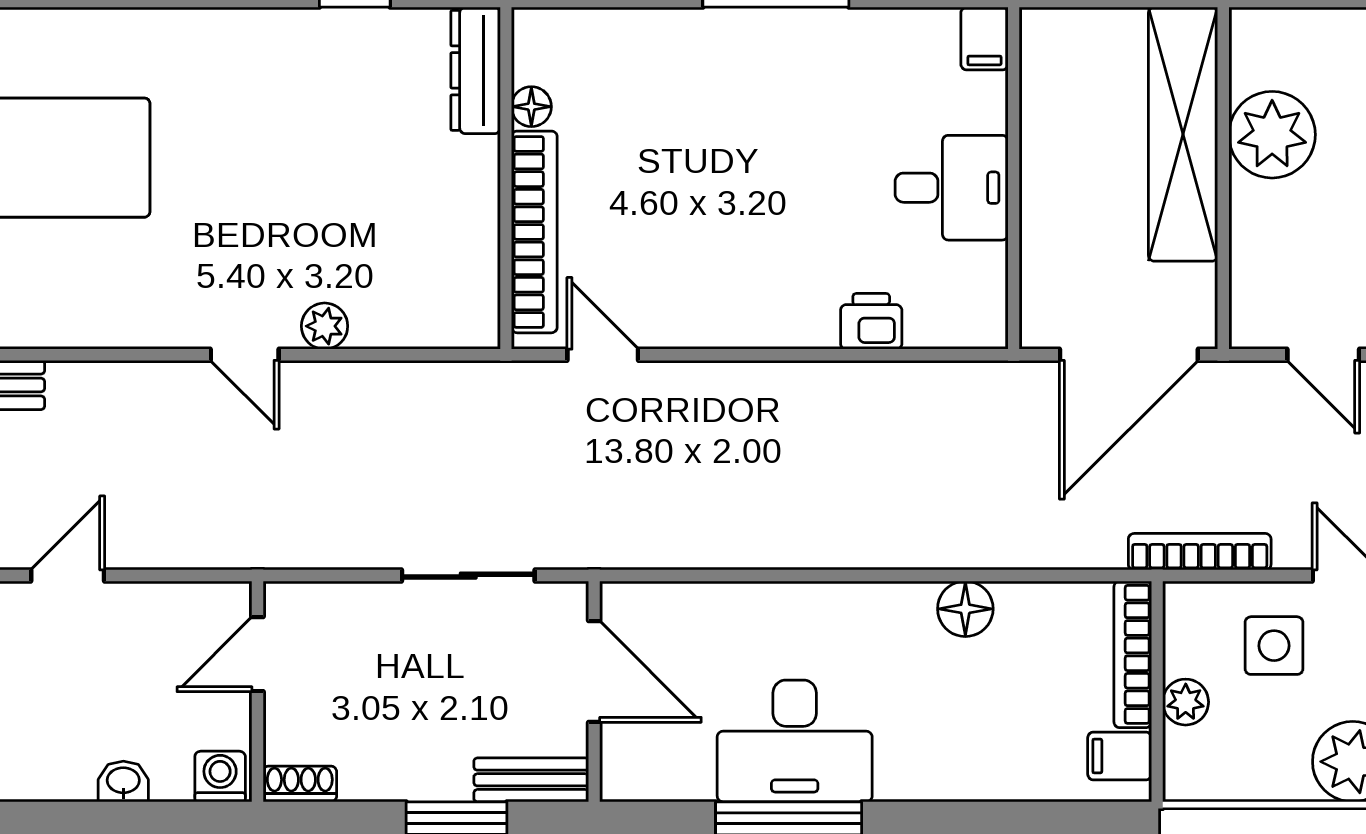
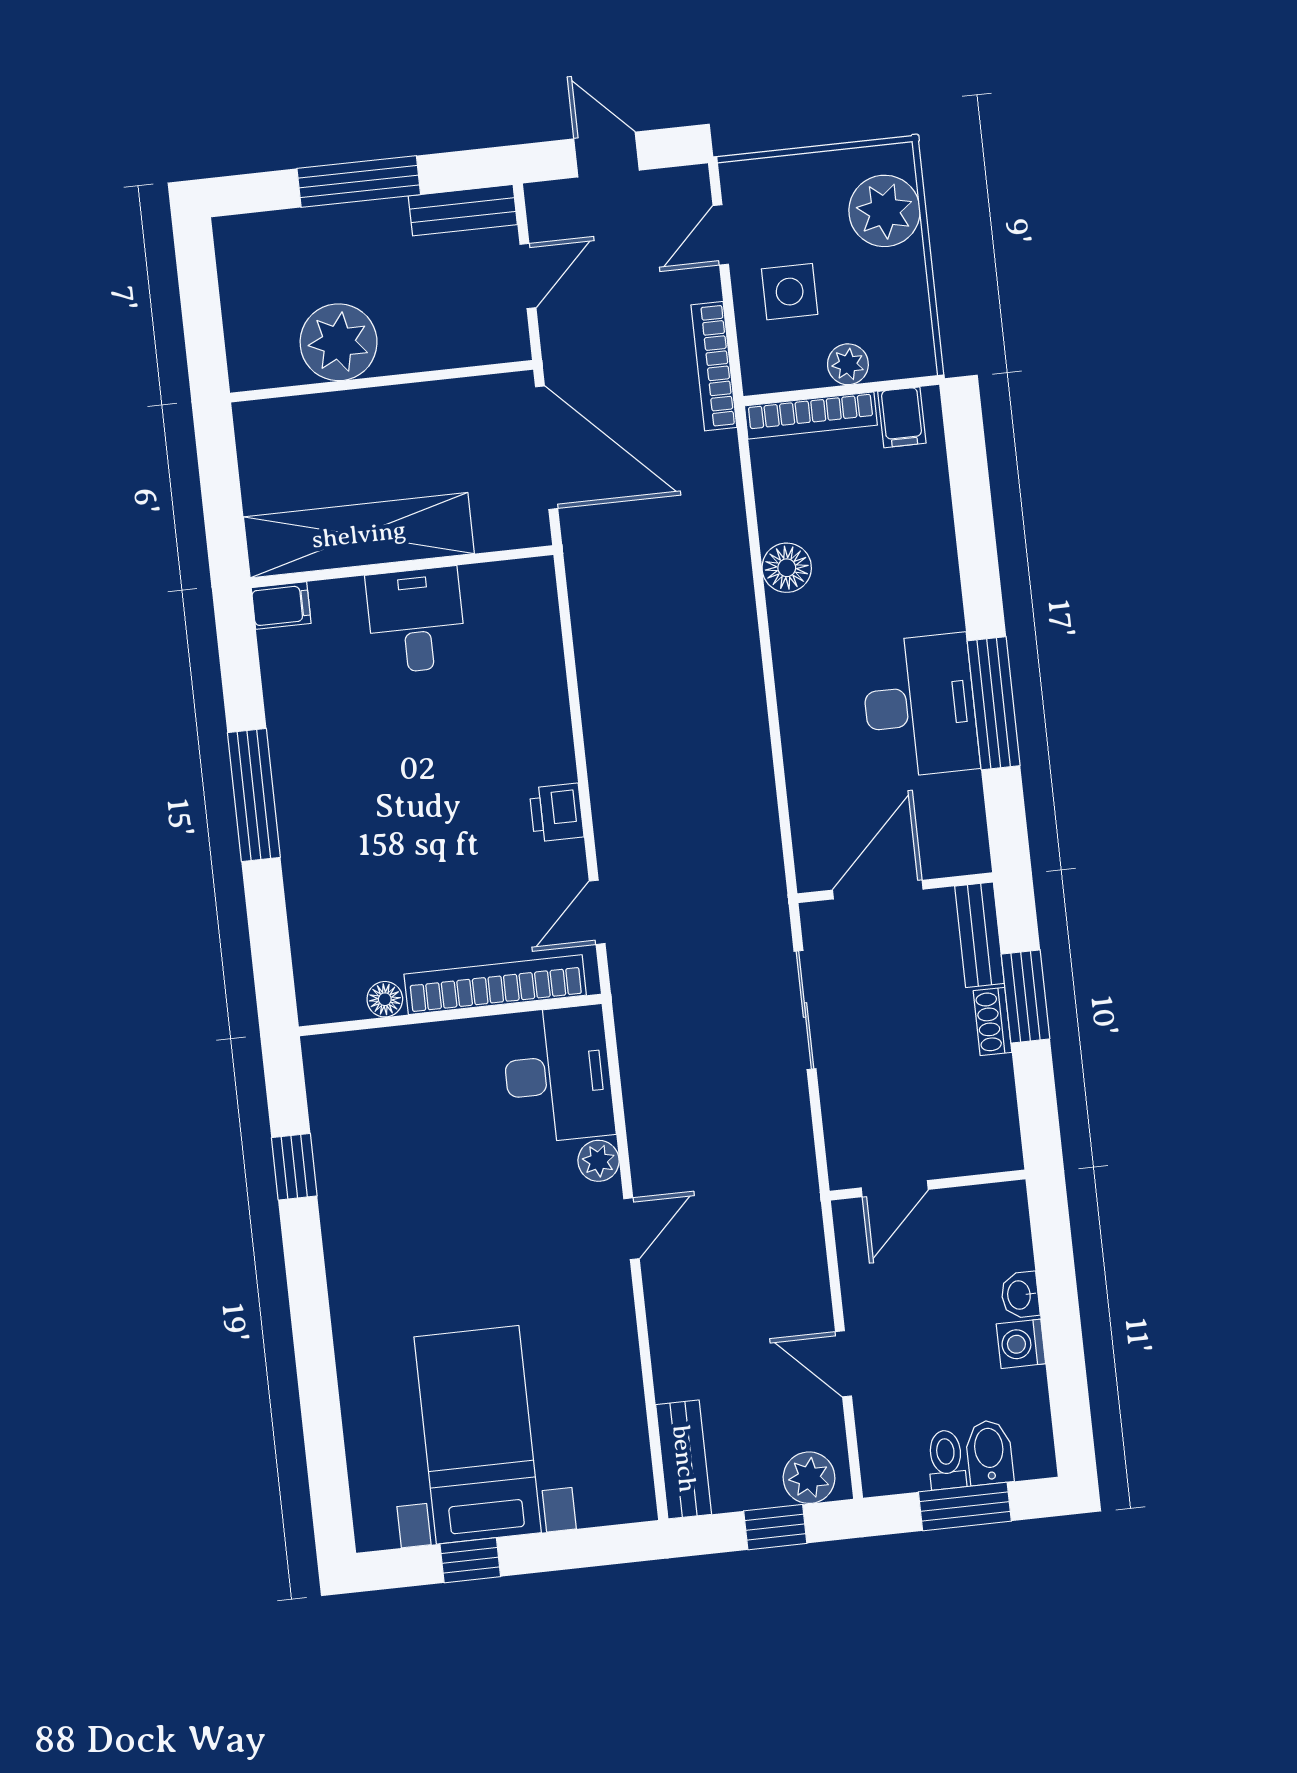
dresser: (476, 70) -> (358, 1052), removed
shelving: (1183, 134) -> (359, 535), moved
desk: (426, 291) -> (558, 1074), added
printer: (871, 321) -> (556, 813), moved
door: (257, 654) -> (895, 1189), hinge flipped
washing machine: (220, 777) -> (1021, 1344), moved
shoe rack: (300, 784) -> (993, 1021), moved

